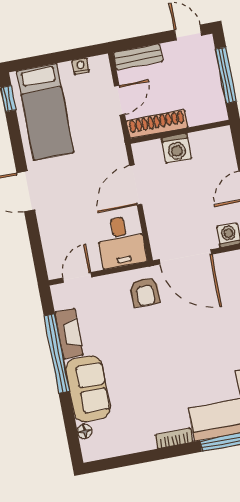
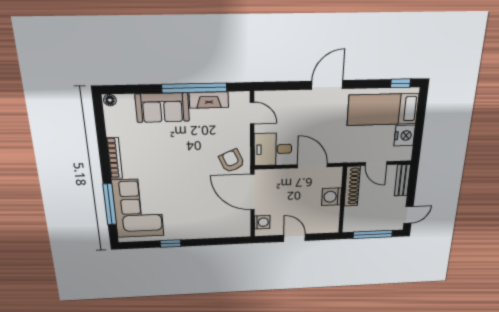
nightstand: (81, 66) -> (405, 136), width x1.89, depth x1.79
door: (185, 257) -> (252, 192), hinge flipped
armchair: (145, 292) -> (232, 161), turned 66
floor lamp: (85, 431) -> (110, 100), moved
bookcase: (174, 438) -> (115, 158), width x1.56

